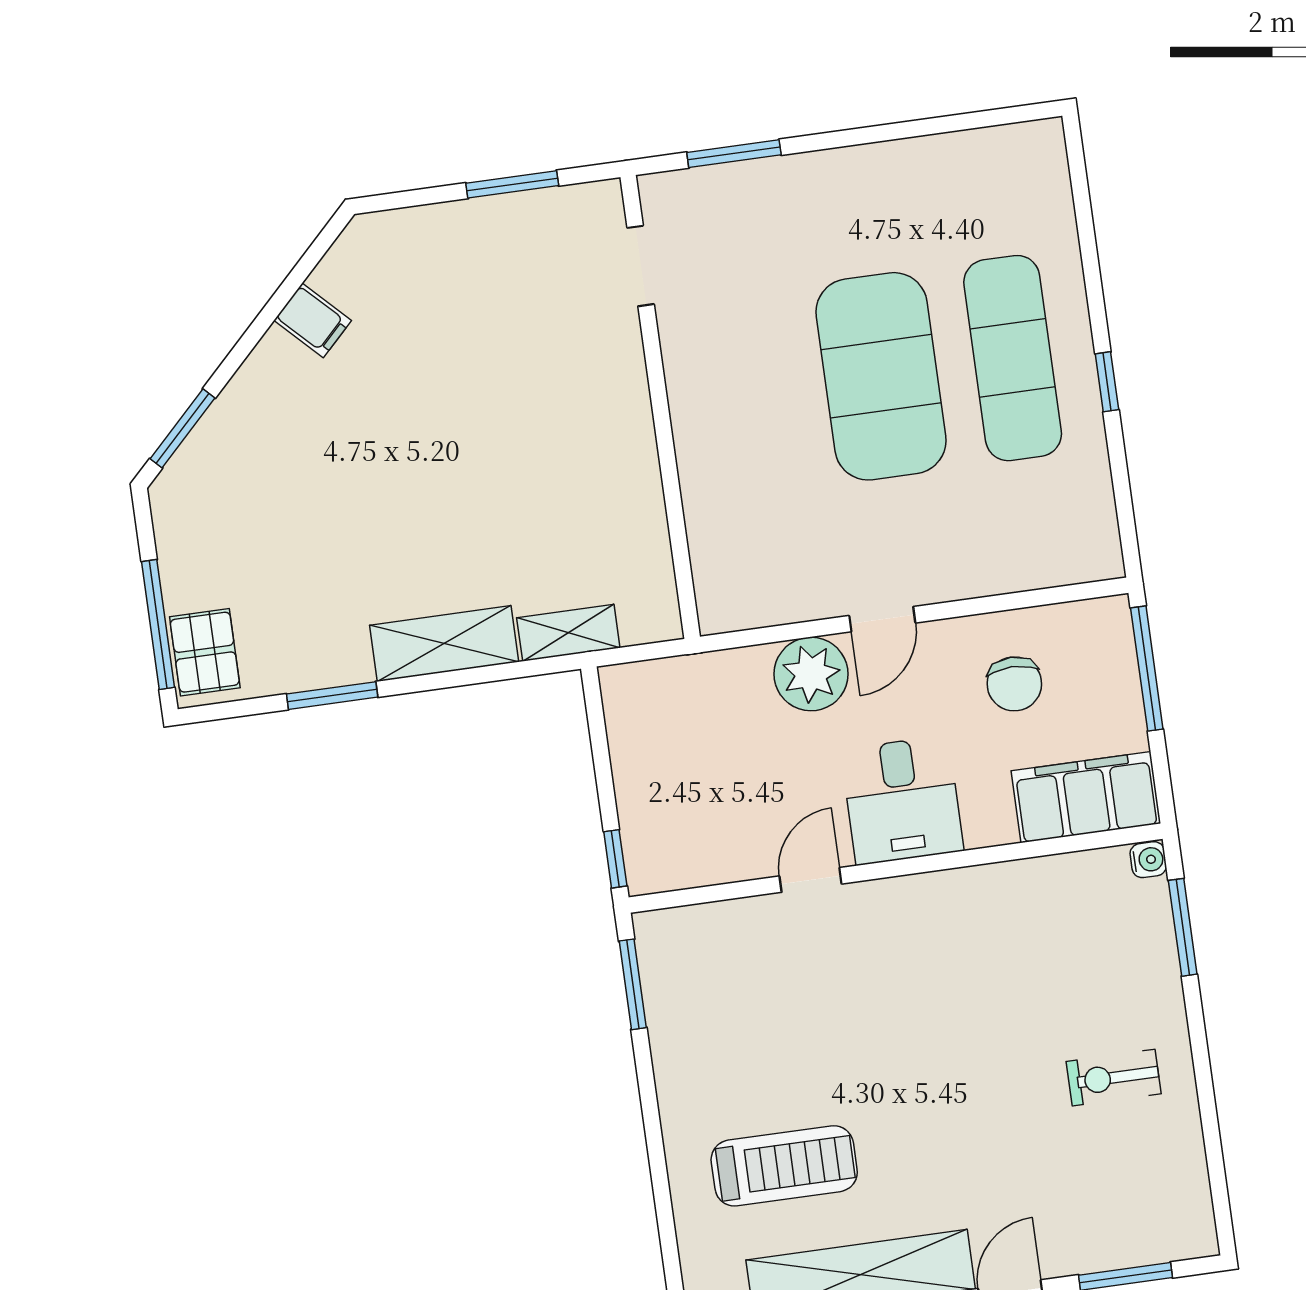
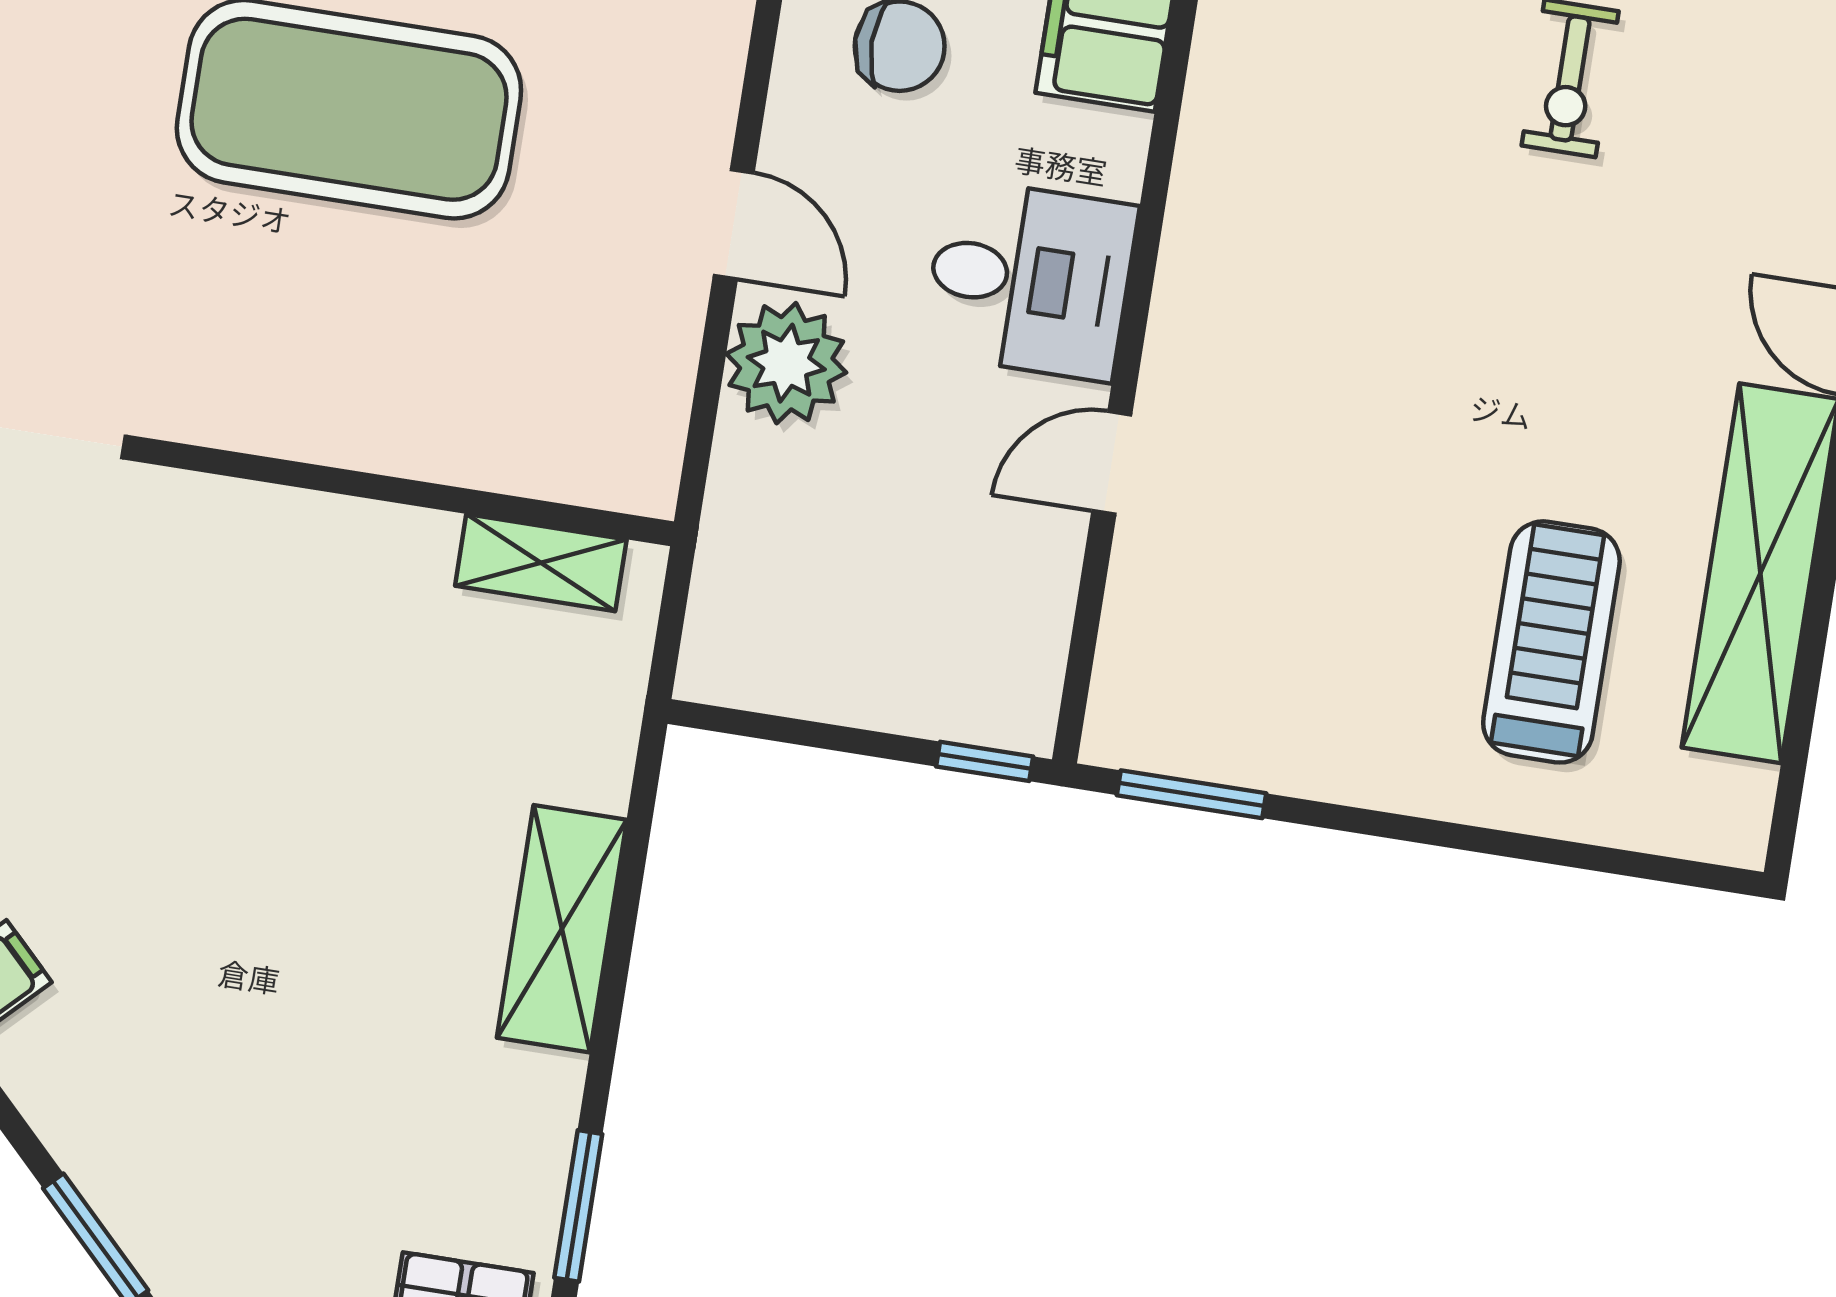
shelving: (568, 633) -> (541, 563), moved, turned 90
window: (332, 696) -> (578, 1206), moved
door: (810, 880) -> (1112, 463), hinge flipped

